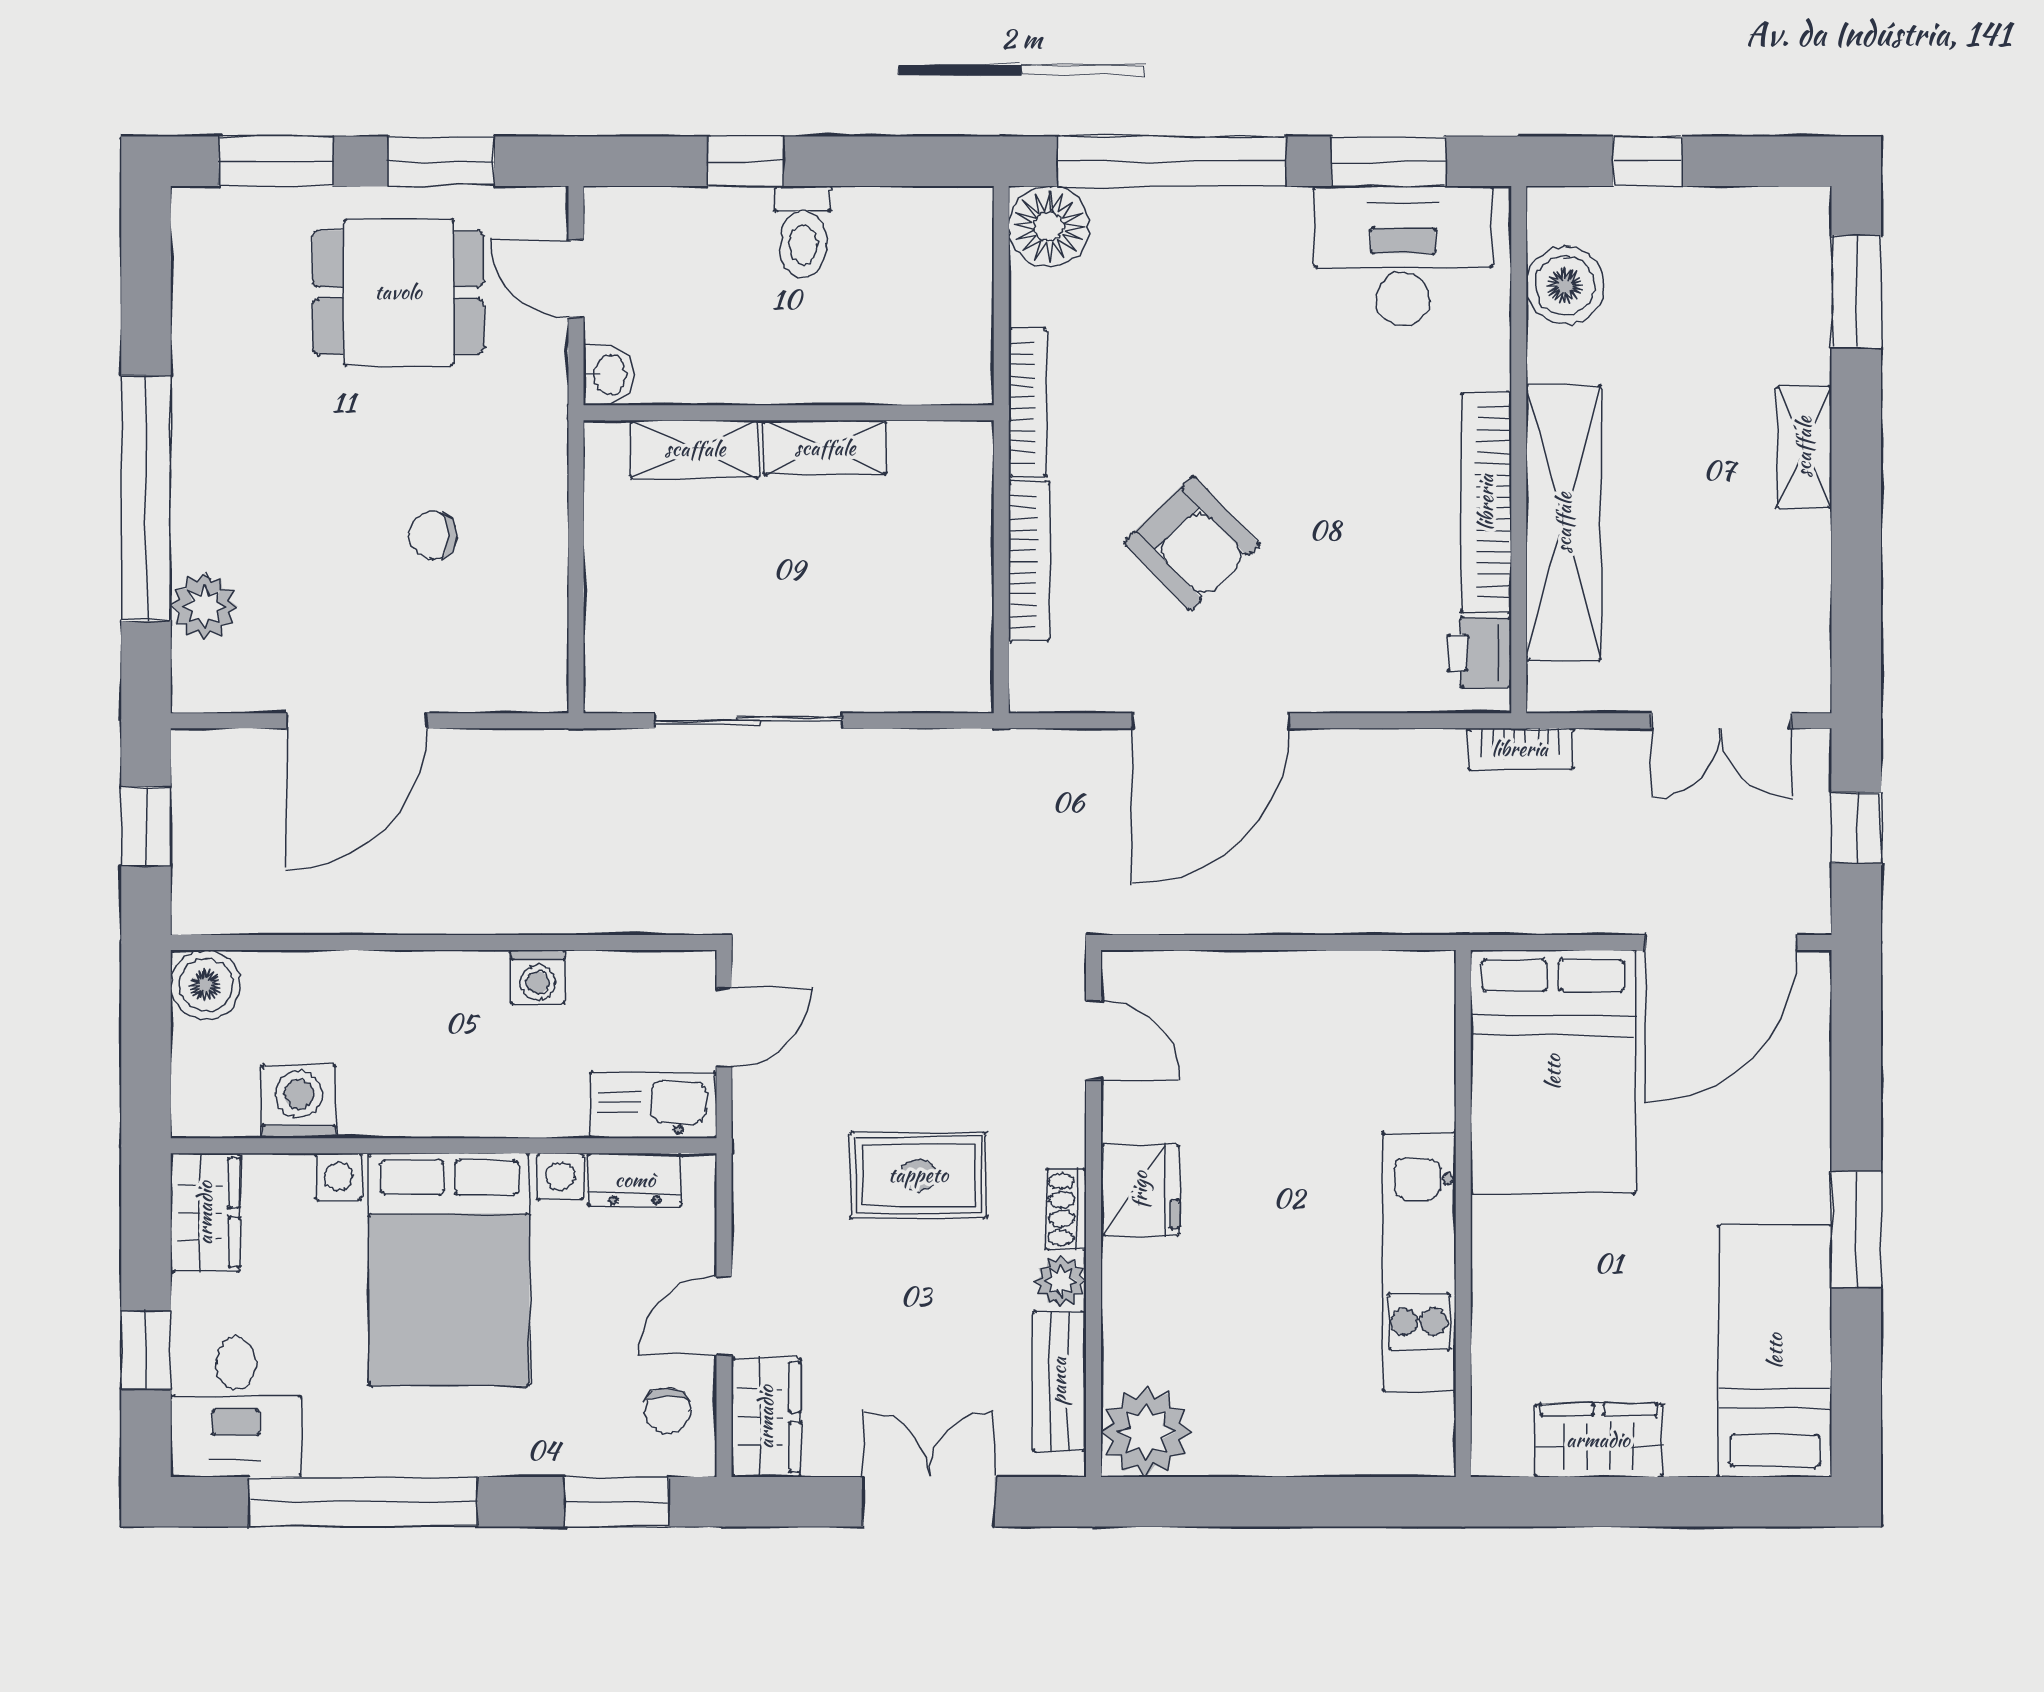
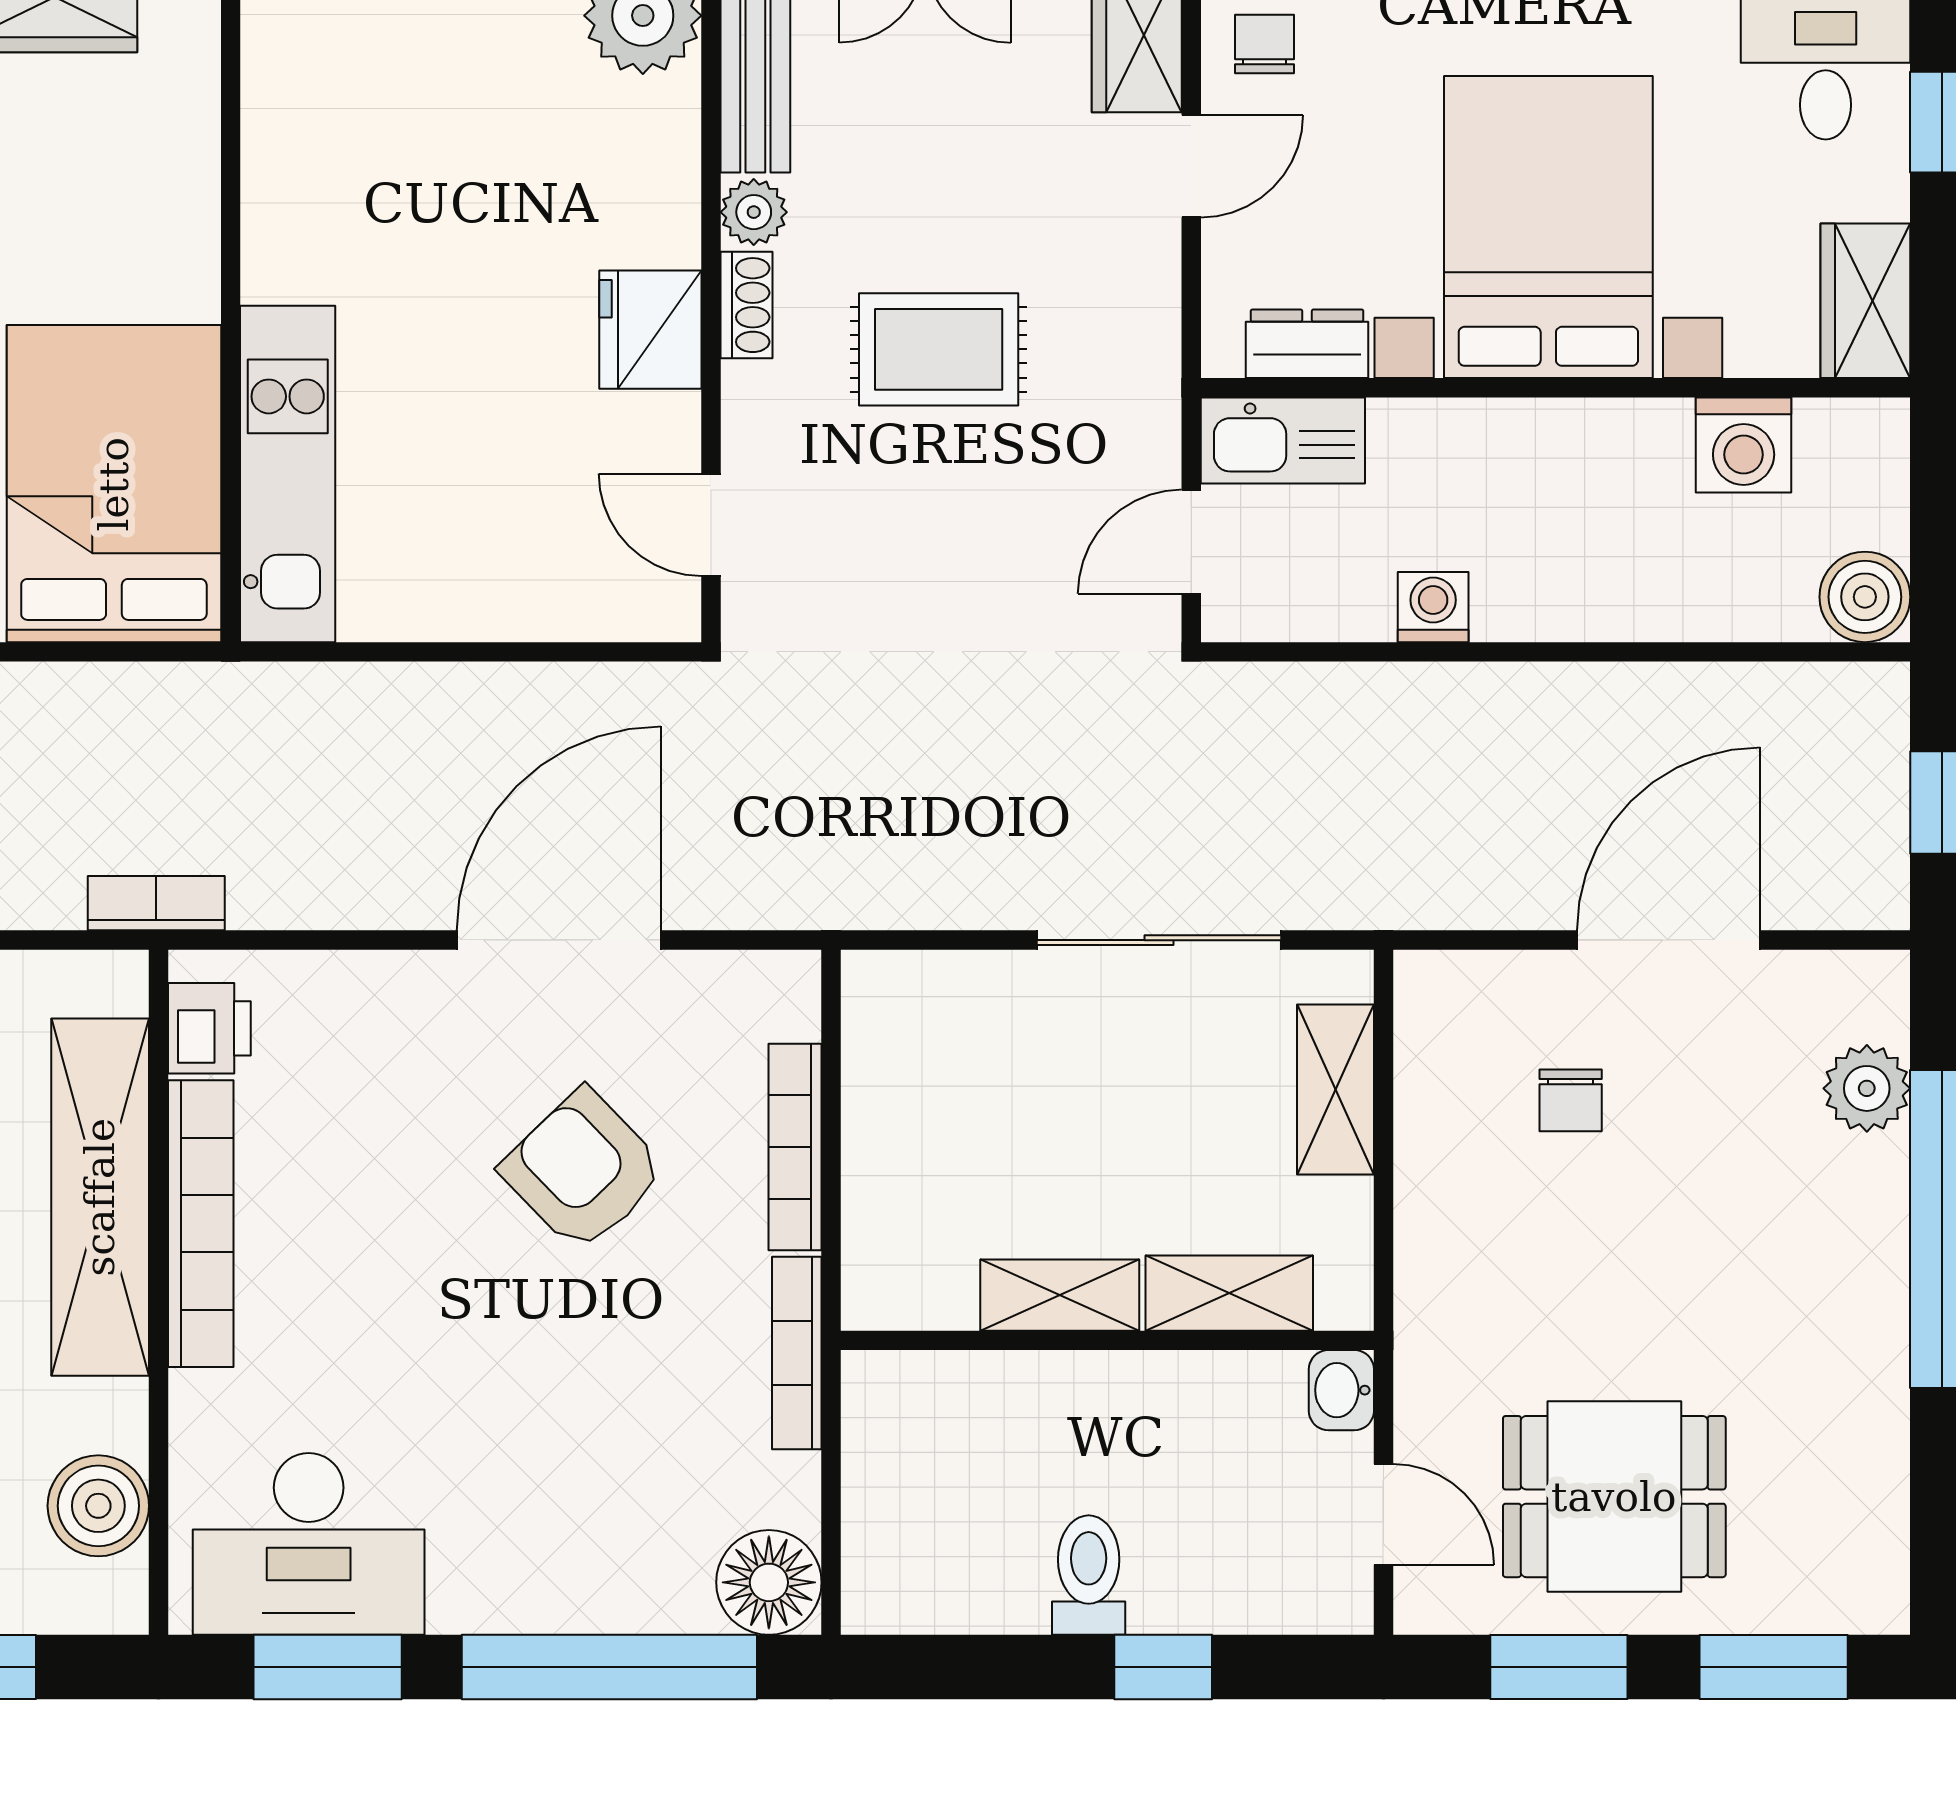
chair: (433, 535) -> (1571, 1100), moved, turned 90
shelving: (613, 606) -> (1336, 1090), added
kitchen unit: (1419, 1262) -> (288, 474), moved

